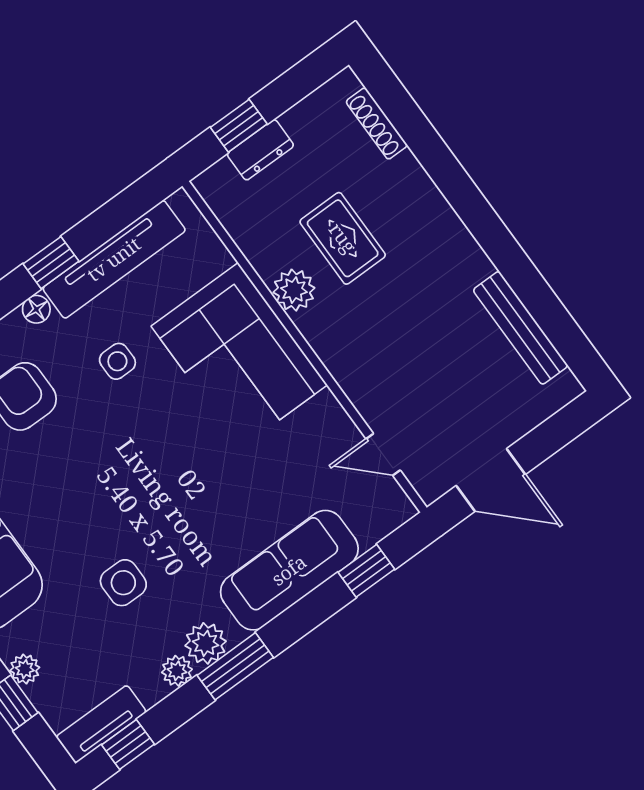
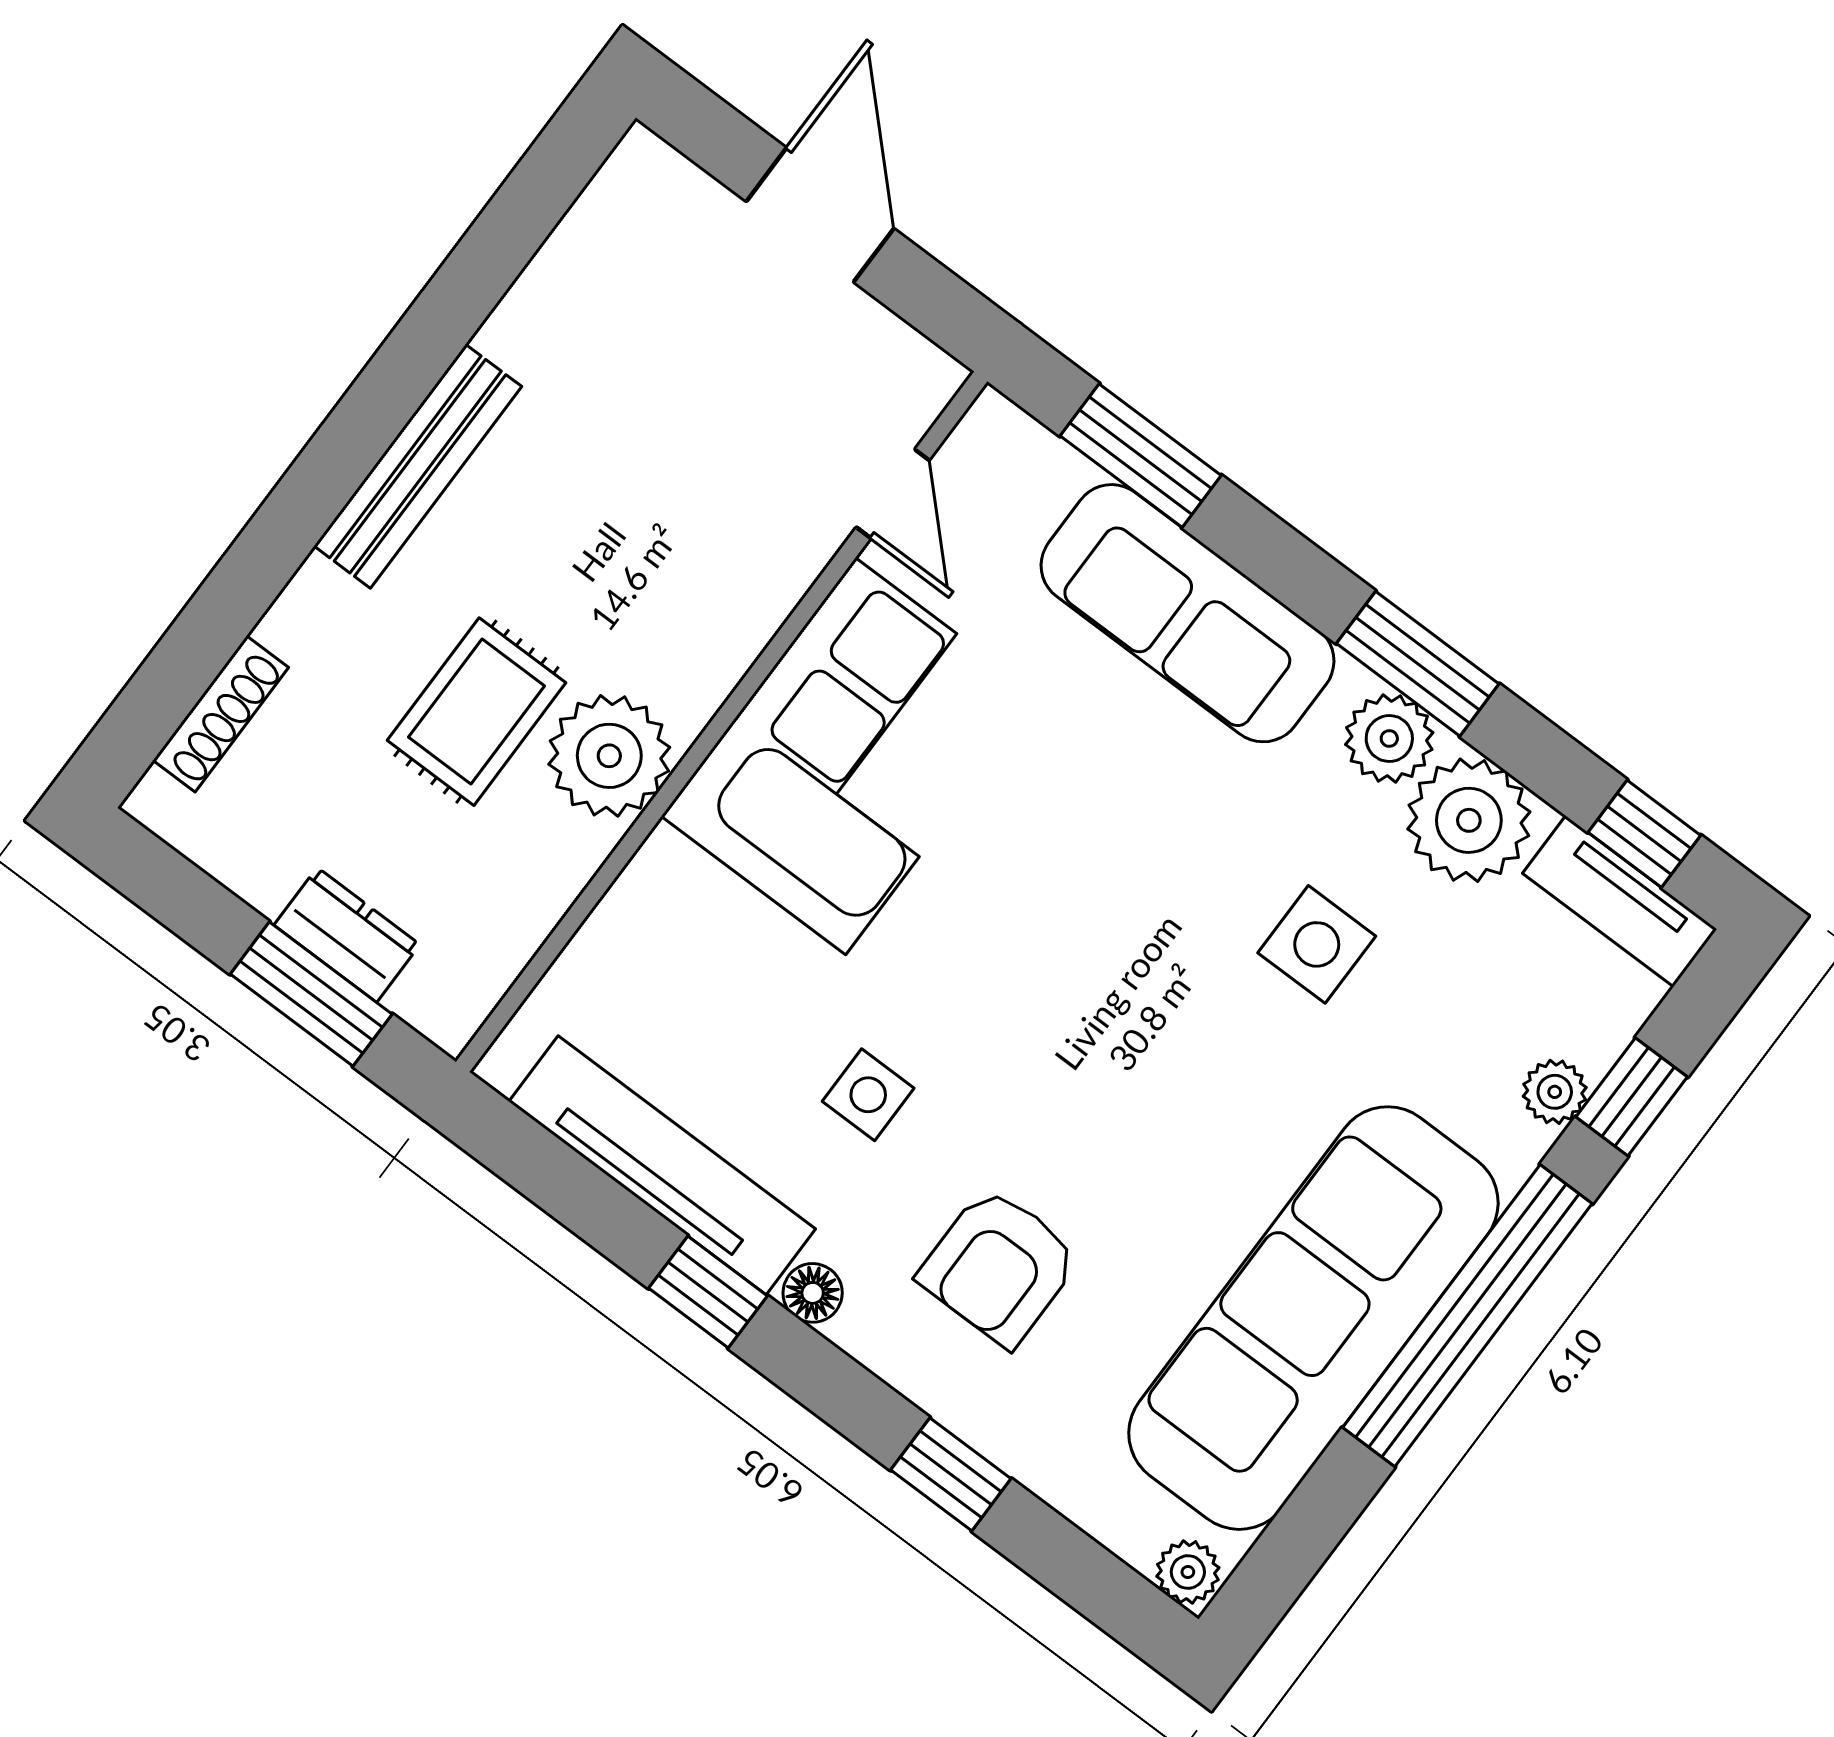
window: (239, 126) -> (311, 994), width x1.50
plant: (294, 290) -> (609, 756), width x1.36, depth x1.36
bench: (520, 328) -> (418, 466), moved
corner sofa: (239, 356) -> (850, 756), moved
door: (491, 480) -> (820, 215), moved
window: (366, 571) -> (1141, 456), width x1.50
plant: (177, 671) -> (1469, 820), width x1.88, depth x1.88

